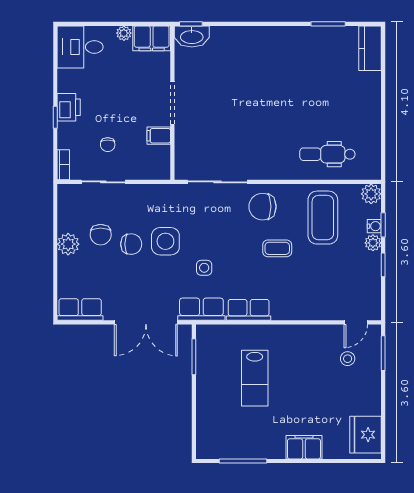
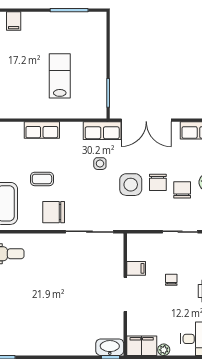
chair: (108, 145) -> (171, 280), moved
chair: (263, 207) -> (54, 212), turned 180
chair: (131, 244) -> (158, 182), turned -90
row of seats: (249, 310) -> (42, 130), moved
double door: (146, 322) -> (146, 120), swing flipped
filing cabinet: (304, 447) -> (14, 21), width x0.50

